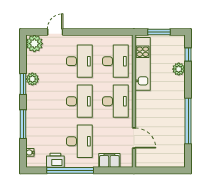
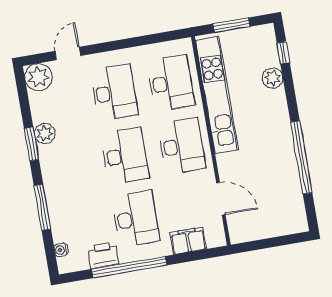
kitchen unit: (143, 64) -> (217, 95), width x1.36

